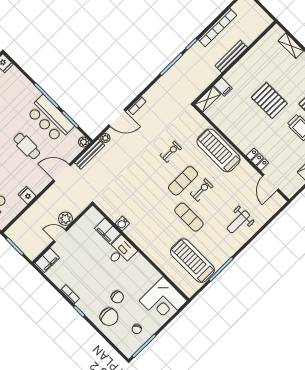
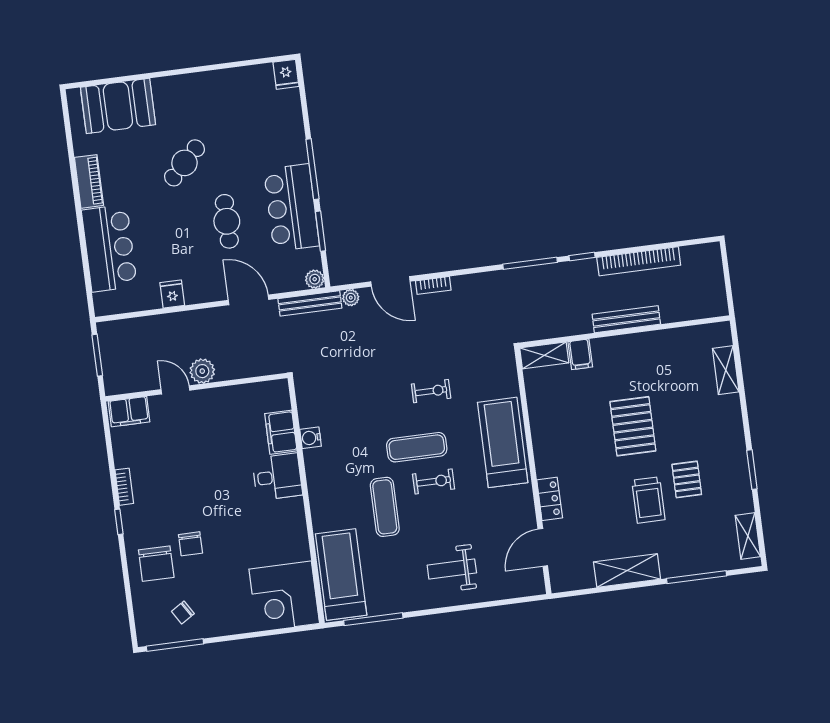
water cooler: (122, 224) -> (311, 438), moved
filing cabinet: (108, 231) -> (281, 432), moved
desk: (121, 251) -> (277, 477), moved
wall: (141, 252) -> (306, 500), moved
corner desk: (163, 301) -> (284, 596), moved

